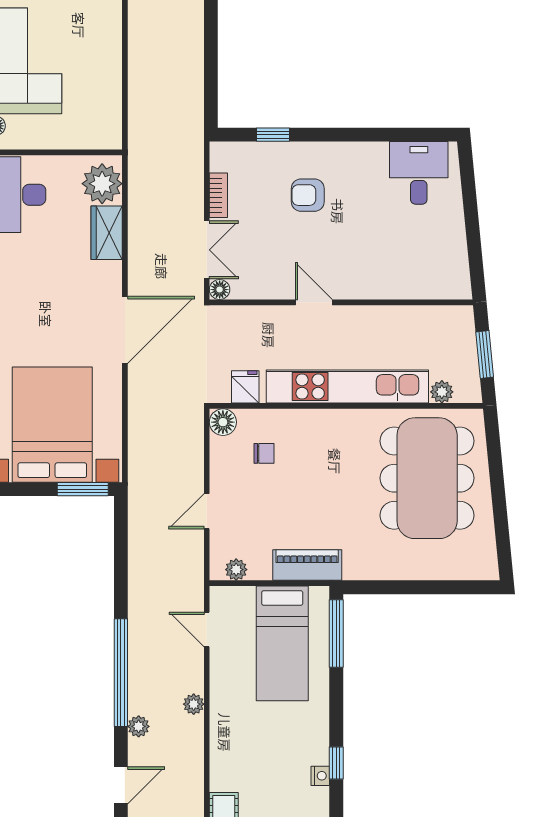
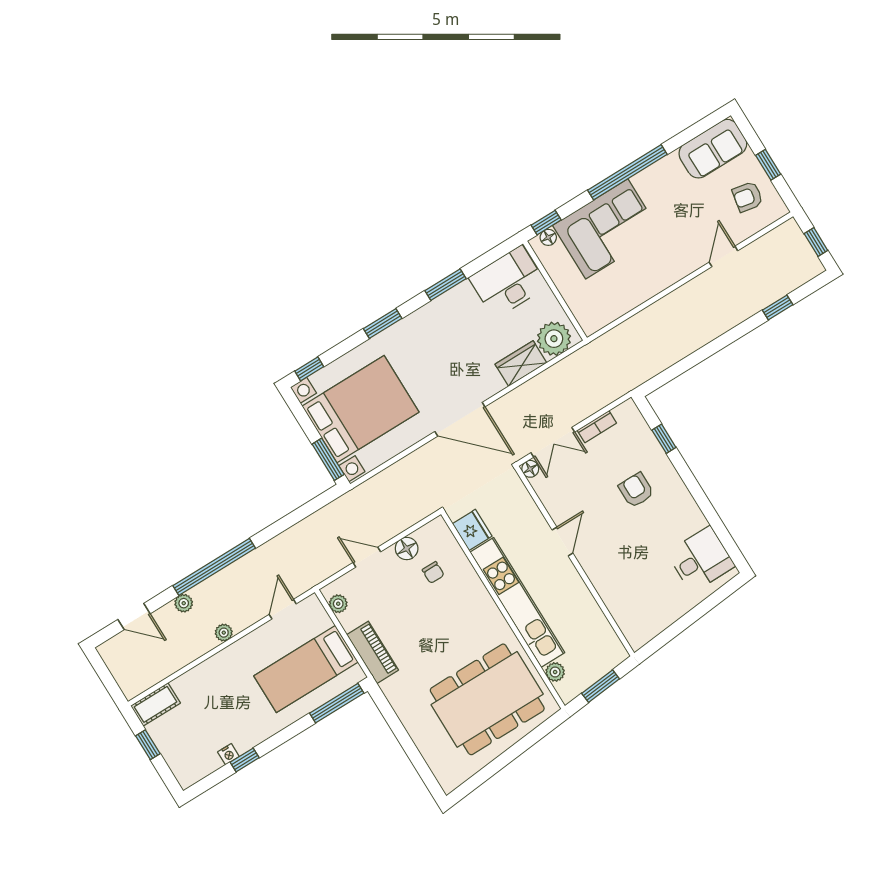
fridge: (245, 387) -> (472, 530), width x1.38
floor lamp: (223, 422) -> (407, 548), moved

